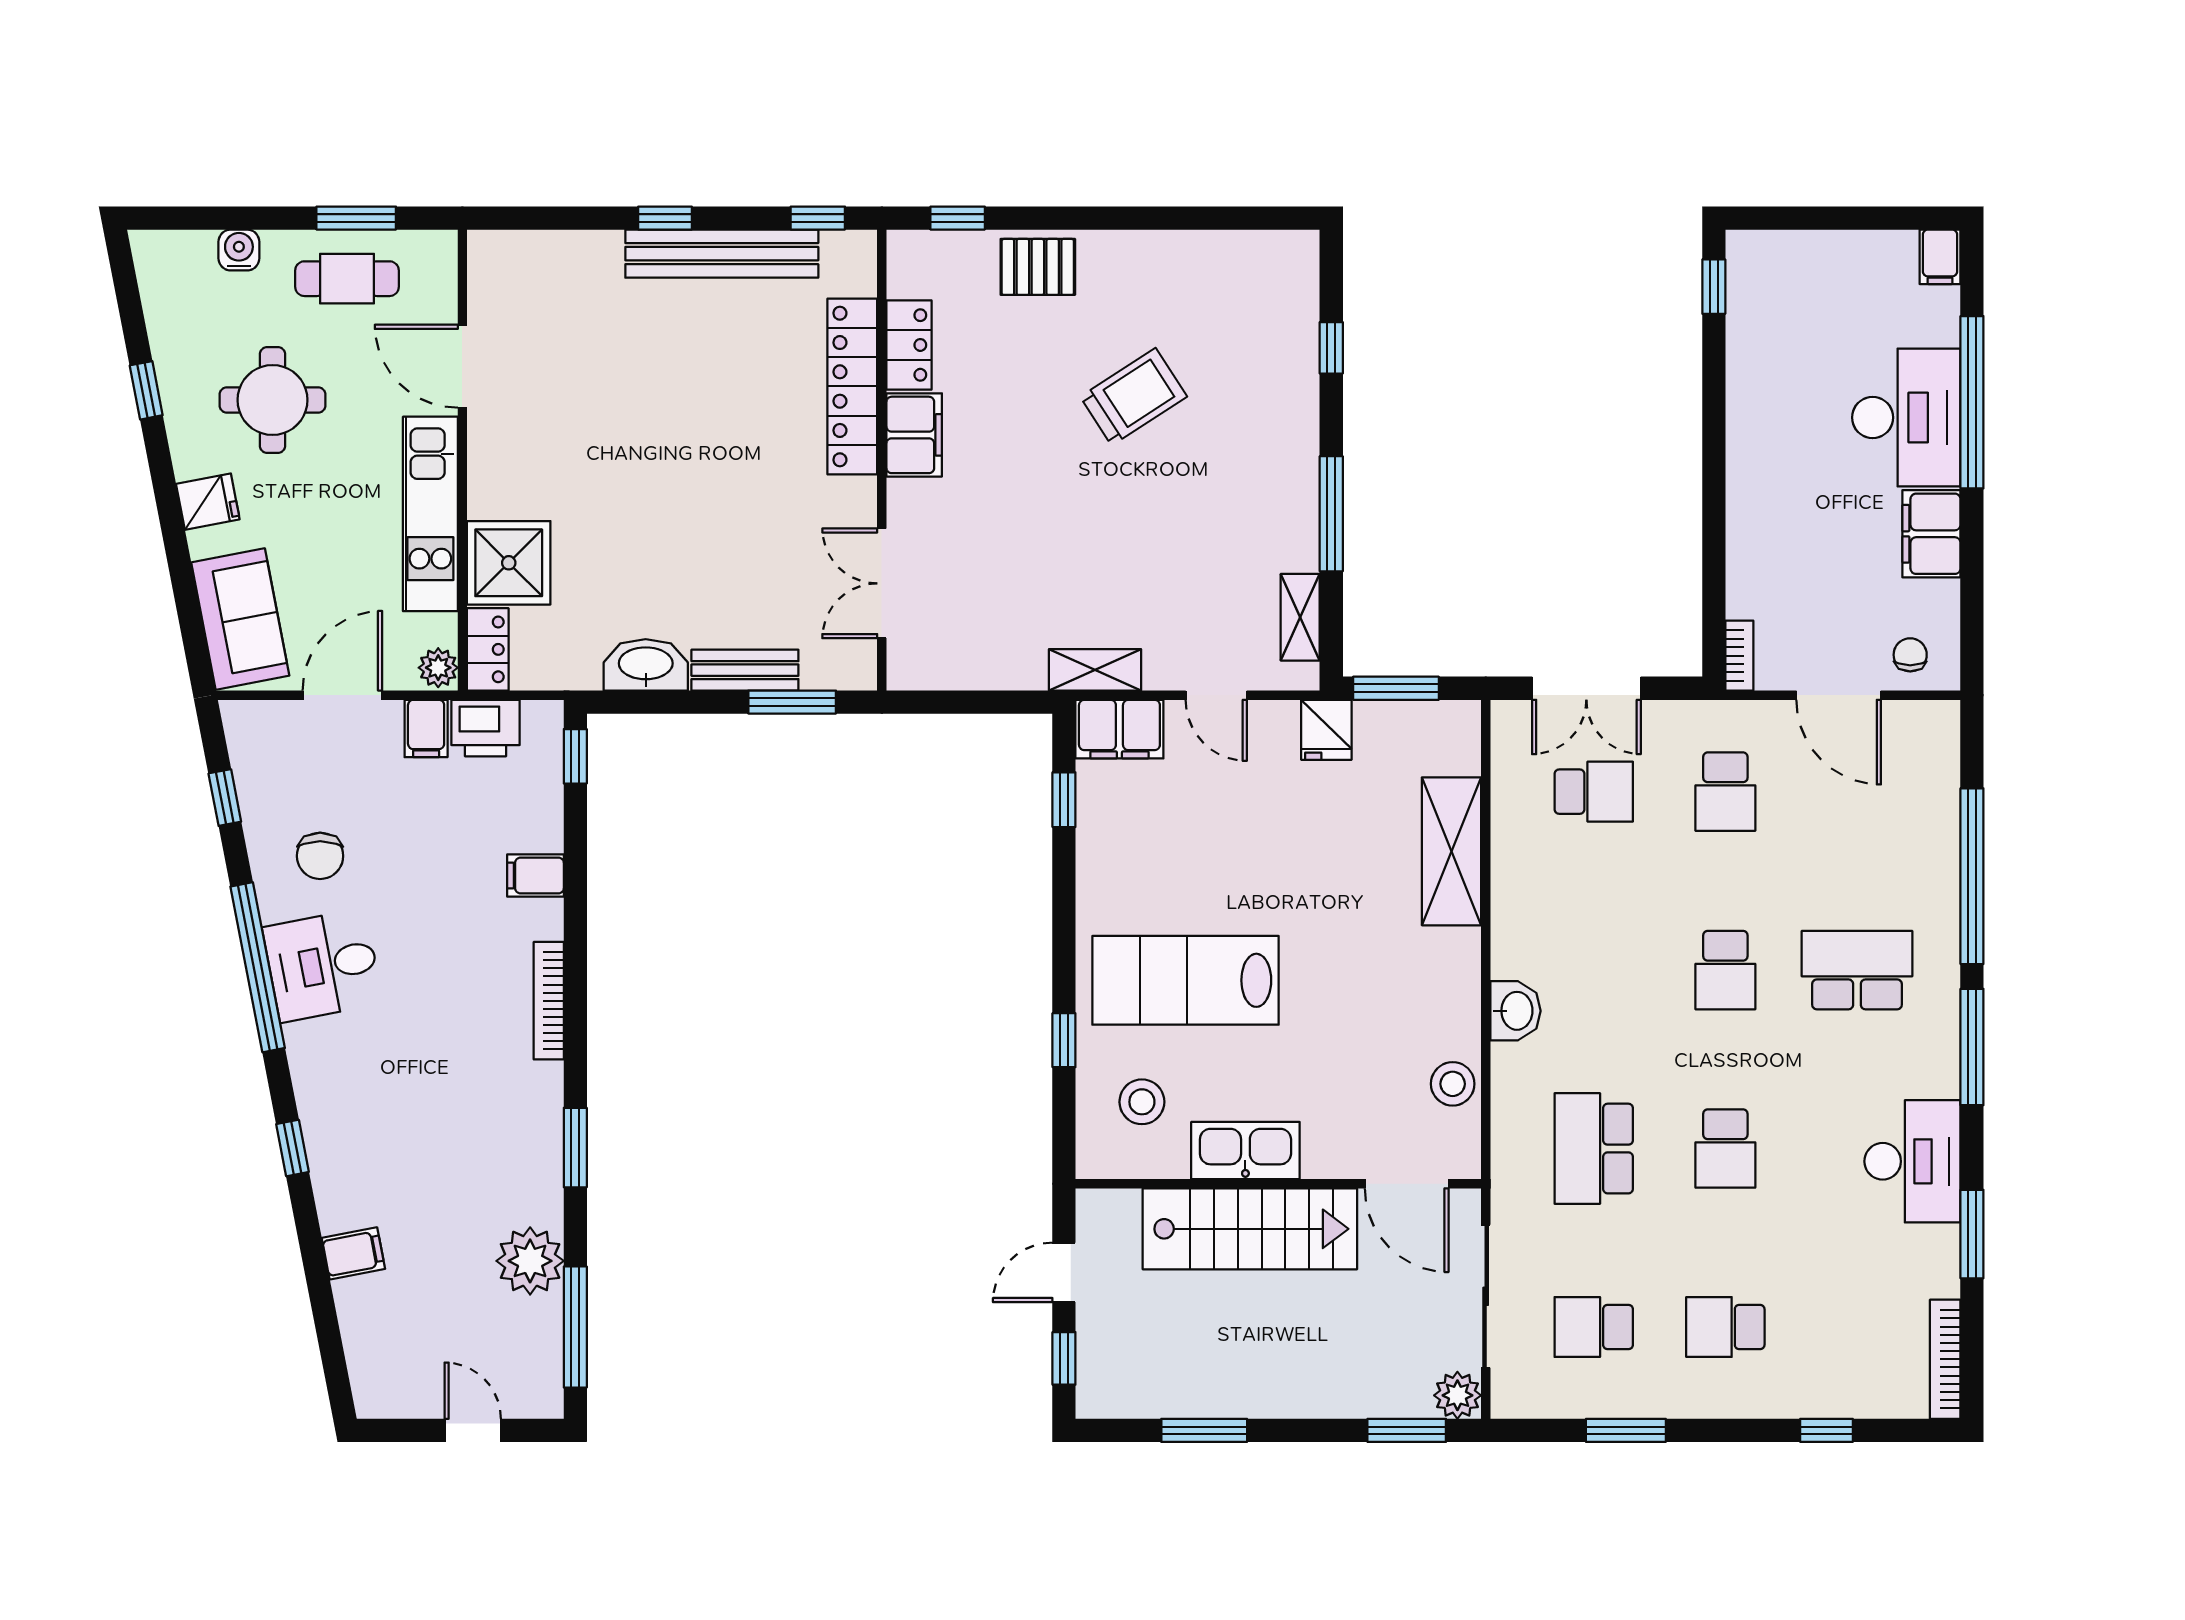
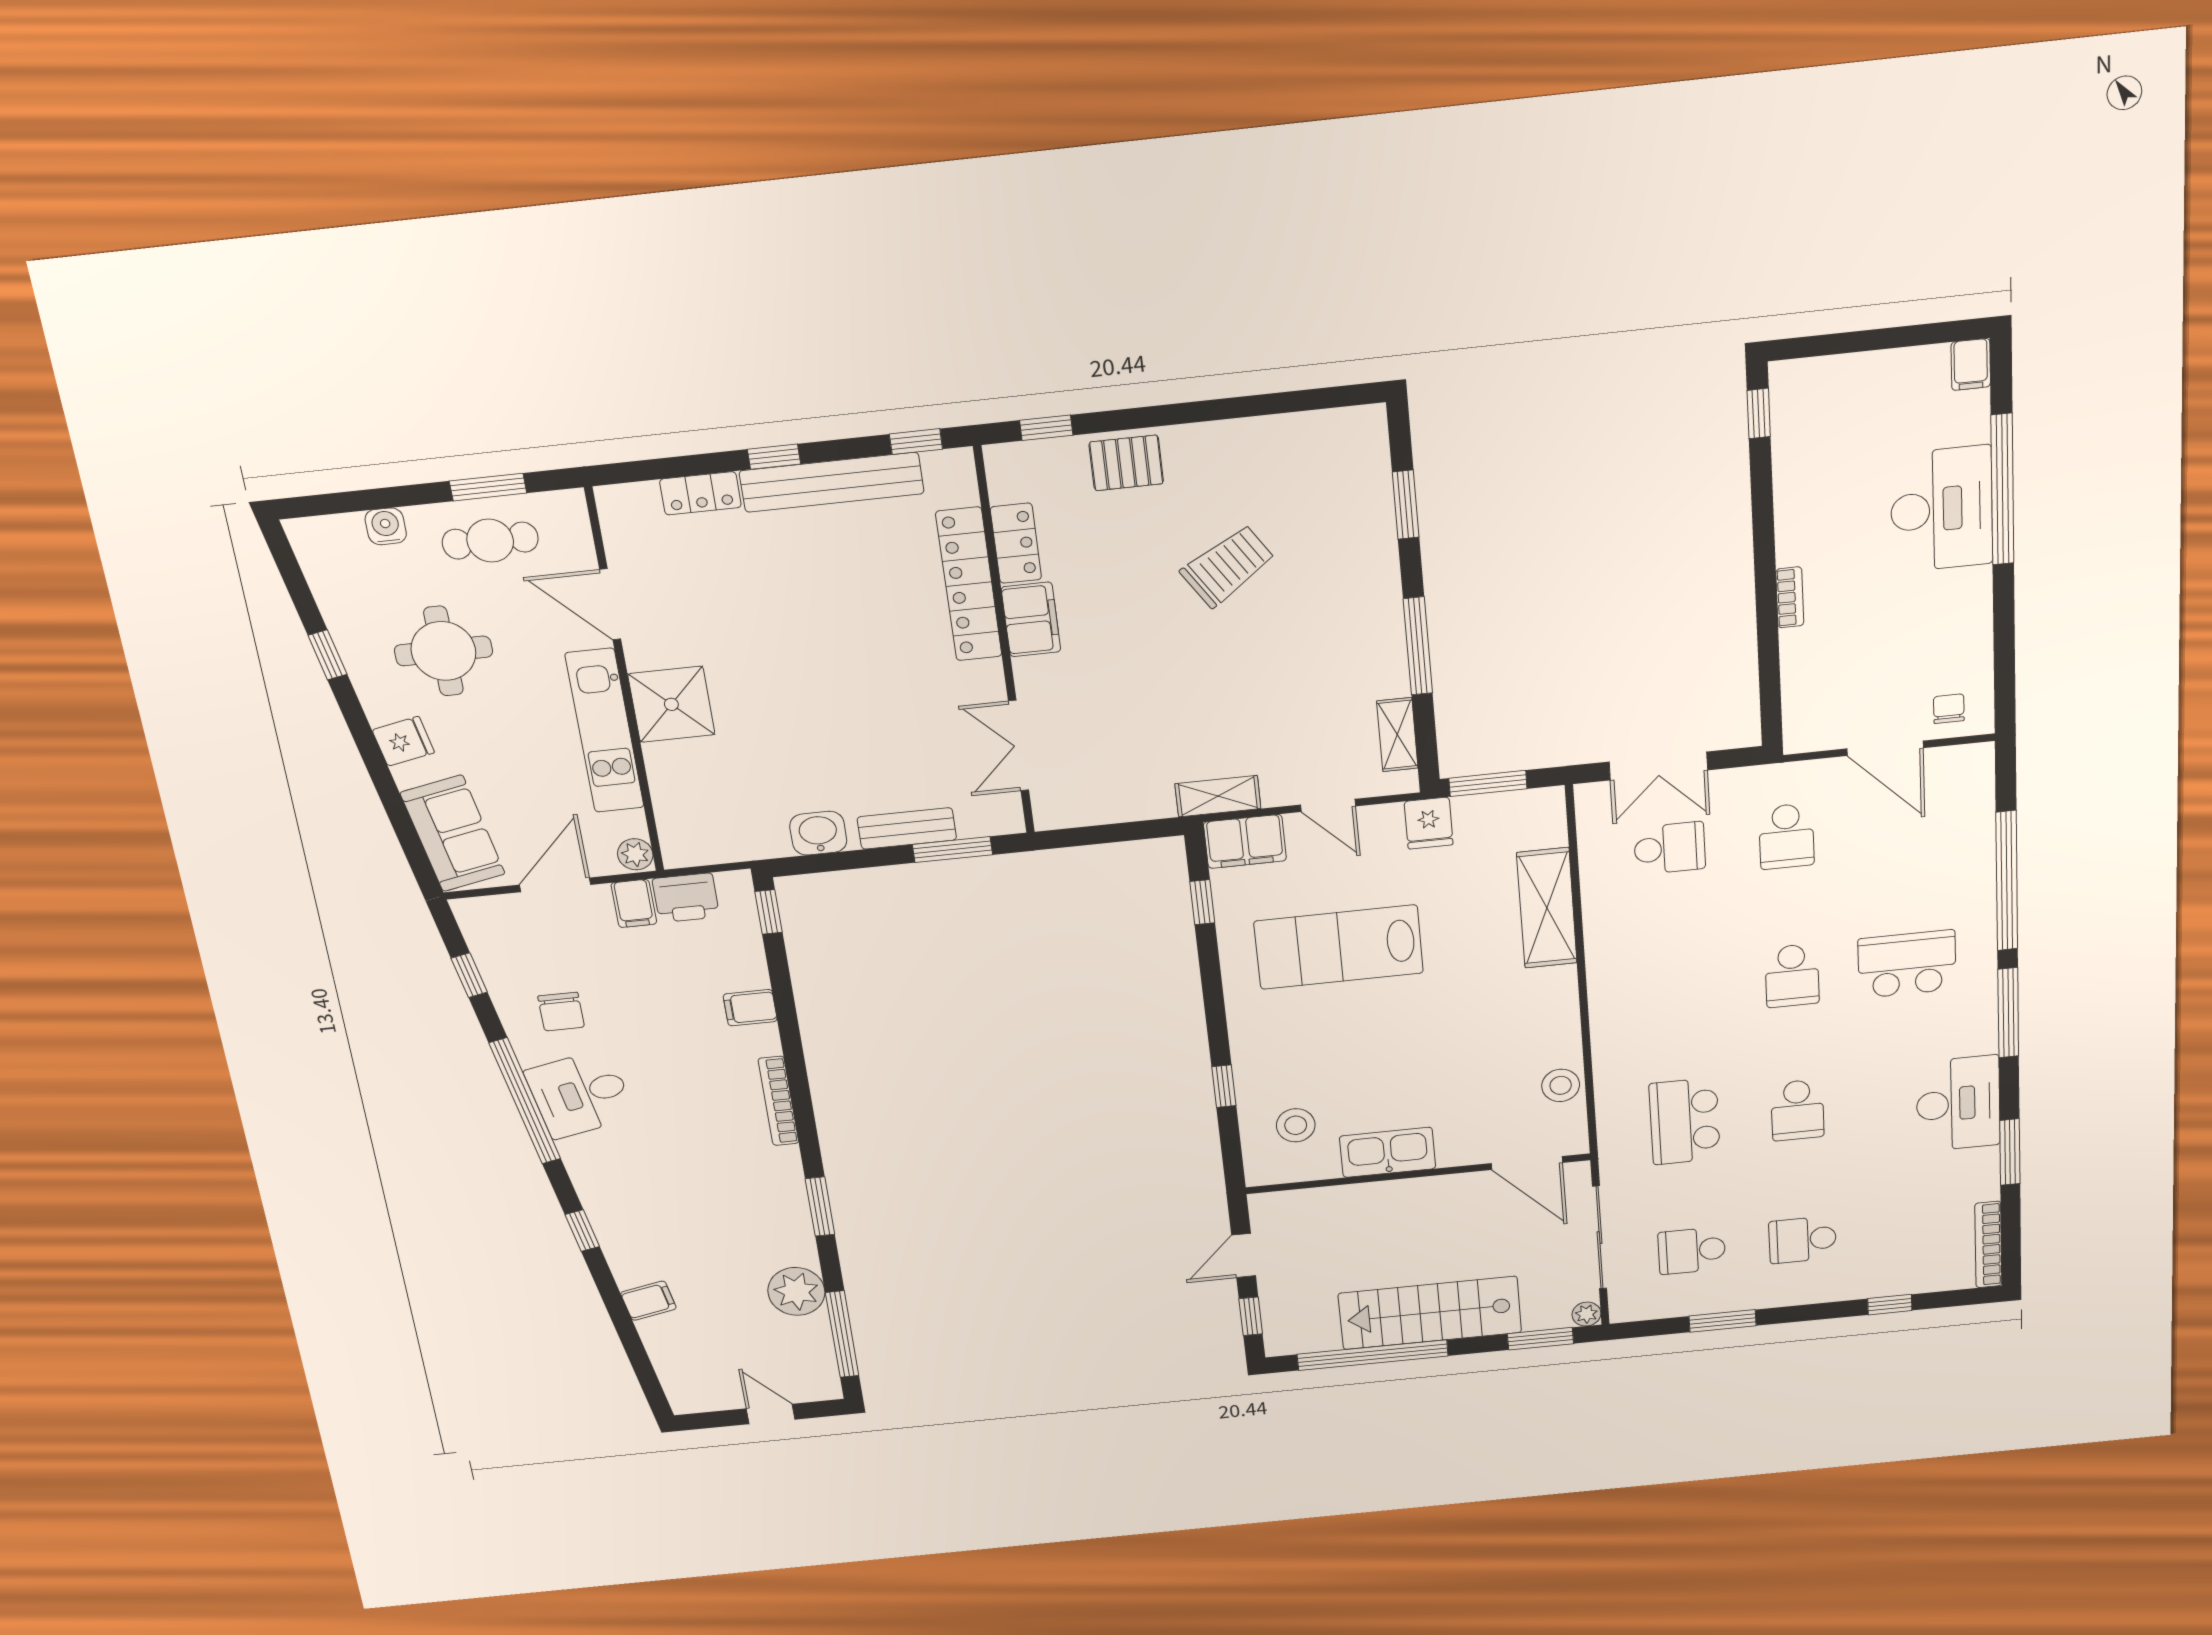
window: (1331, 348) -> (1406, 505), width x1.50
filing cabinet: (1931, 534) -> (1966, 606), removed
shower: (509, 563) -> (671, 704), moved
locker: (488, 649) -> (700, 493), moved, turned 90
bookcase: (1739, 656) -> (1790, 597), moved
washbasin: (646, 665) -> (818, 833), width x0.72
lab bench: (1185, 980) -> (1339, 947), moved
washbasin: (1515, 1011) -> (1611, 1025), removed
stairs: (1250, 1229) -> (1430, 1313), moved, turned 180
plant: (1457, 1395) -> (1586, 1314), width x0.73, depth x0.73
window: (1204, 1430) -> (1373, 1355), width x2.11

